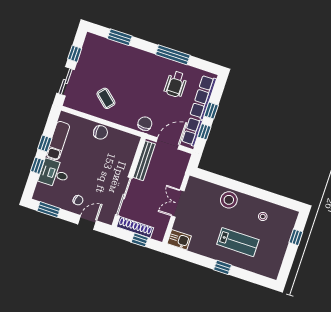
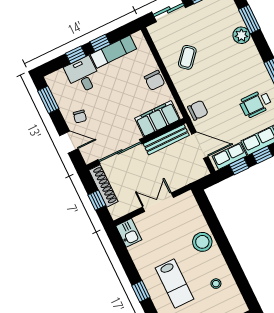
plant: (125, 52) -> (241, 35), added
filing cabinet: (126, 154) -> (157, 119), added

